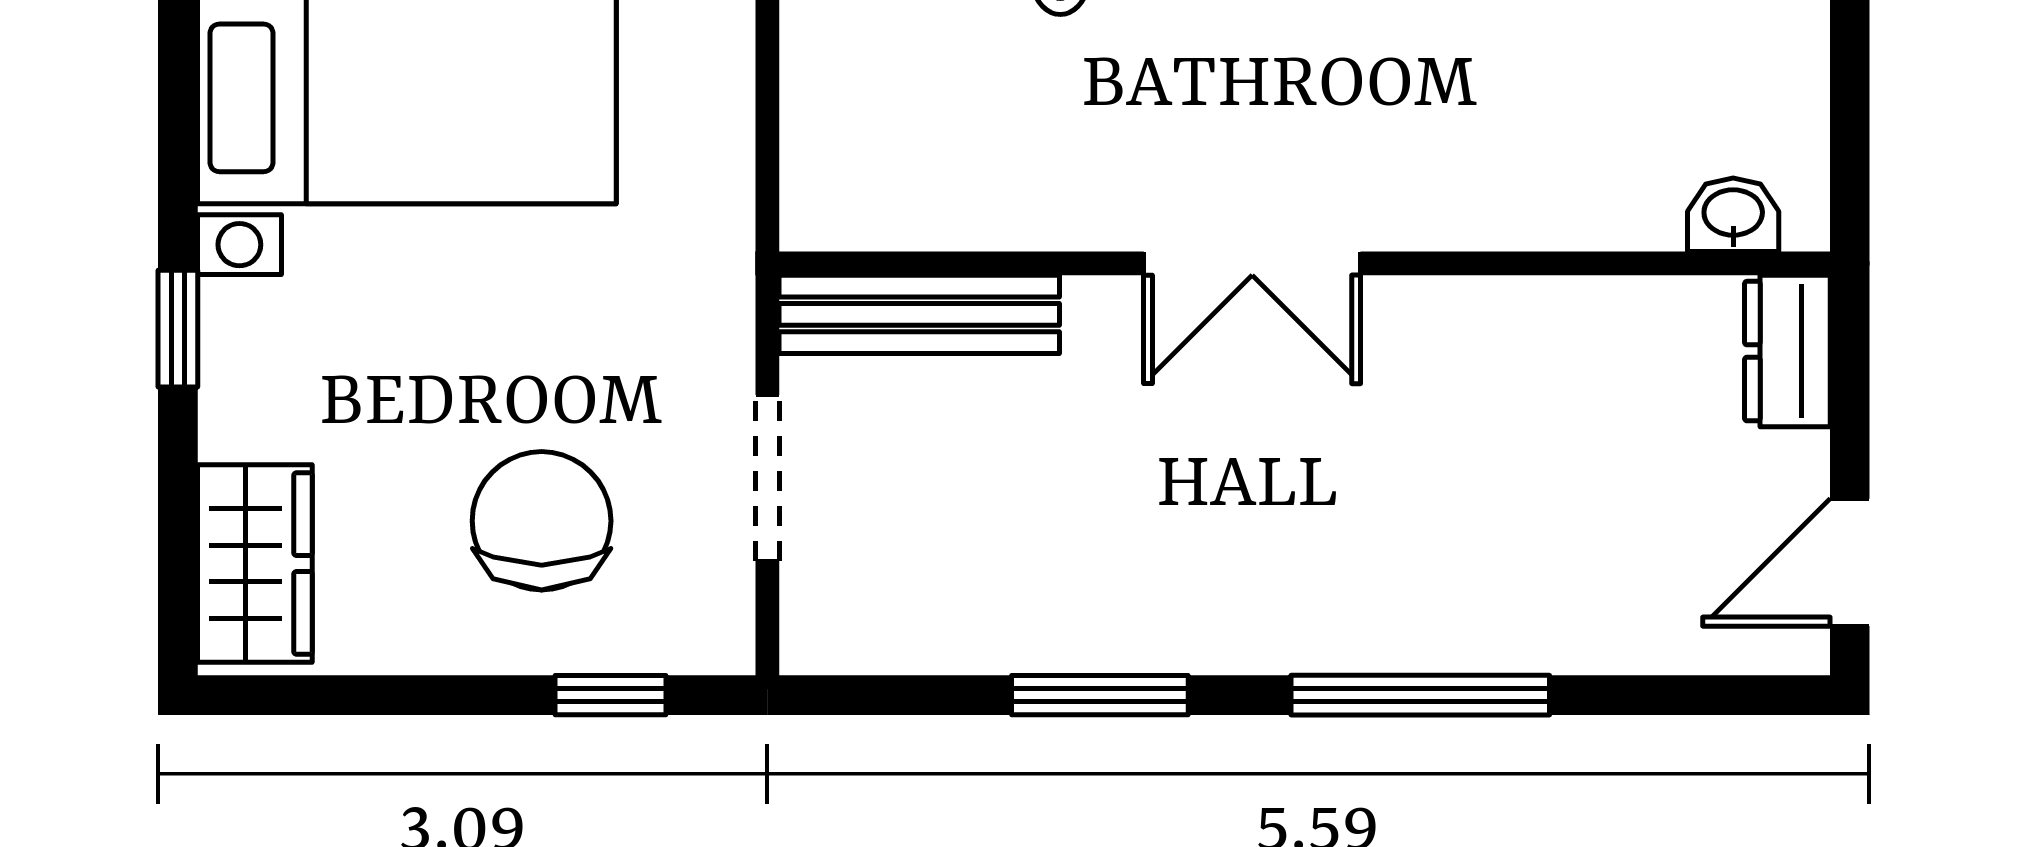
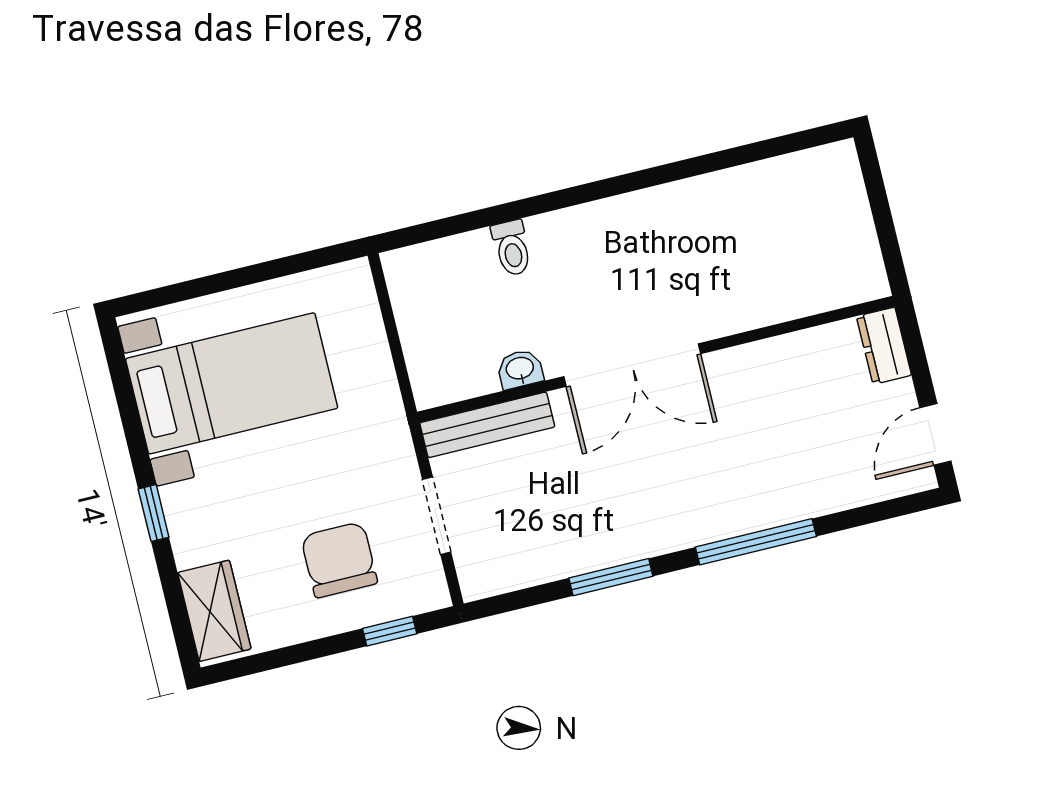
washbasin: (1733, 215) -> (520, 369), moved
double door: (1252, 263) -> (632, 365), width x1.37

